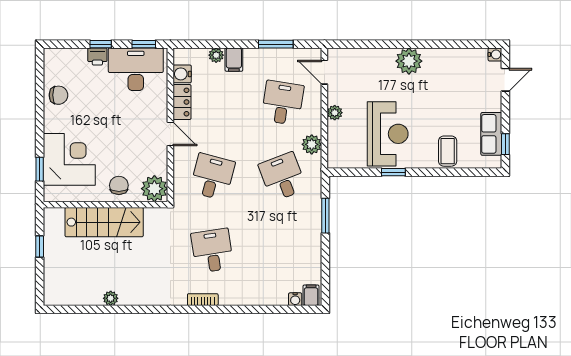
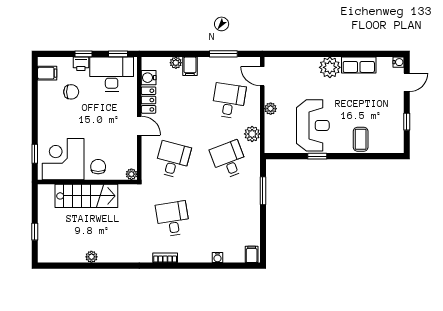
filing cabinet: (55, 68) -> (47, 73), added
chair: (58, 95) -> (71, 92), moved
row of seats: (491, 134) -> (359, 65), moved, turned -90
window: (505, 144) -> (407, 122), moved
corner desk: (69, 159) -> (63, 159), moved, turned -90
plant: (154, 189) -> (131, 174), width x0.53, depth x0.53
window: (40, 246) -> (35, 232), moved
water cooler: (295, 299) -> (217, 258), moved

